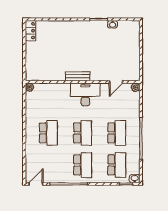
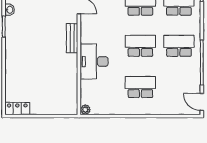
bench: (78, 76) -> (72, 38), moved
desk: (85, 94) -> (94, 61), moved

